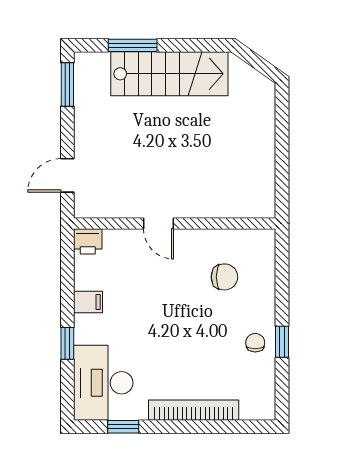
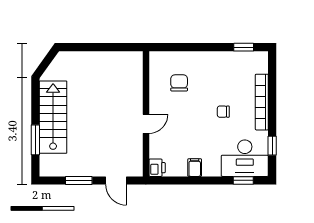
window: (67, 84) -> (79, 180), moved
window: (282, 342) -> (244, 47), moved
window: (67, 343) -> (243, 180), moved
chair: (255, 343) -> (223, 112), moved

